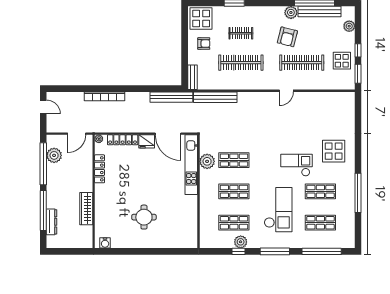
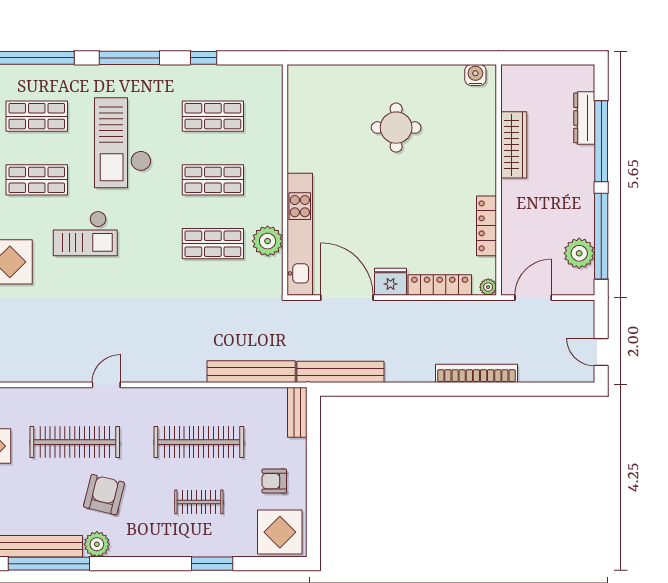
plant: (241, 242) -> (199, 77), removed

